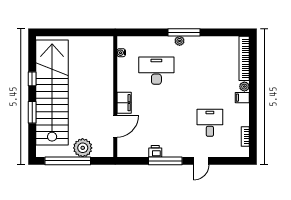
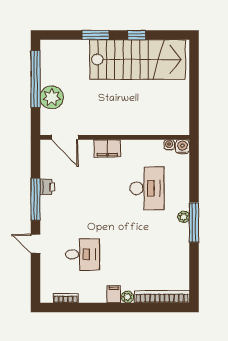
water cooler: (123, 42) -> (182, 147), added
stairs: (52, 92) -> (137, 59), width x0.73
door: (115, 126) -> (65, 137), moved

